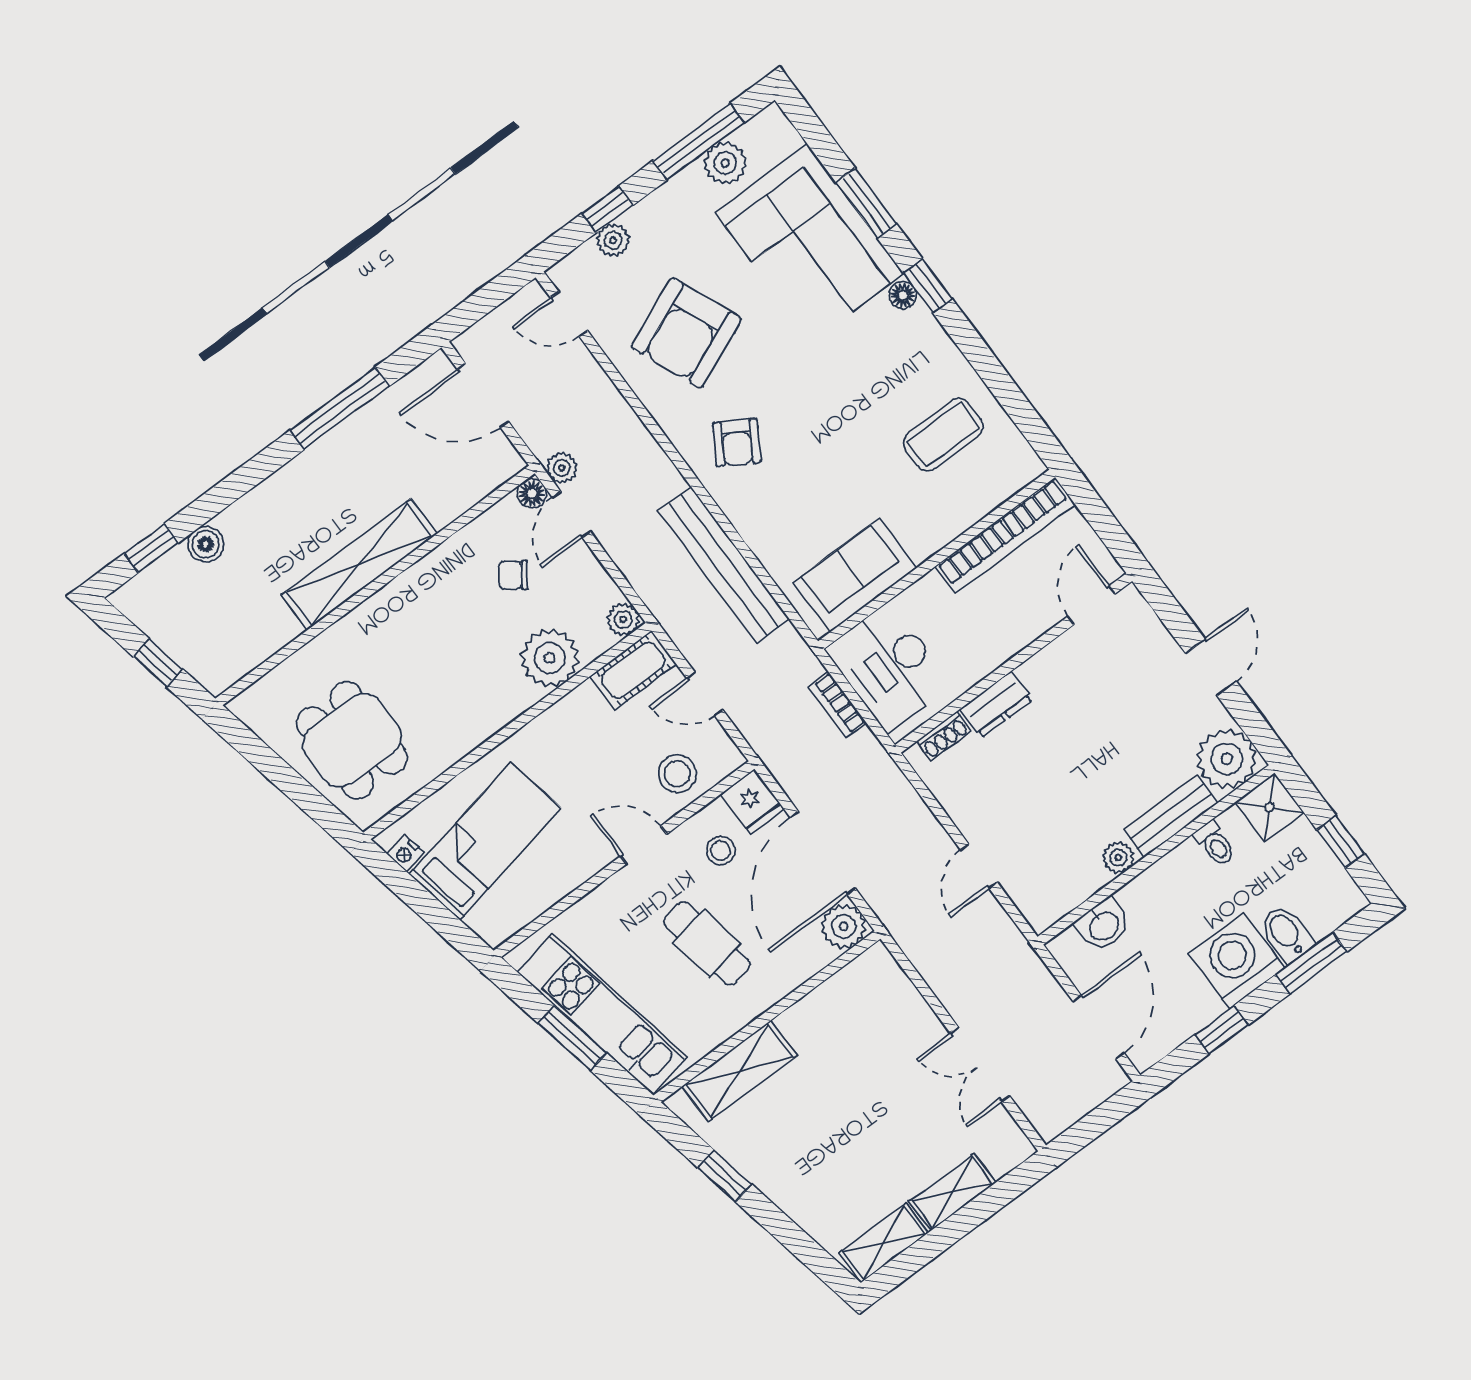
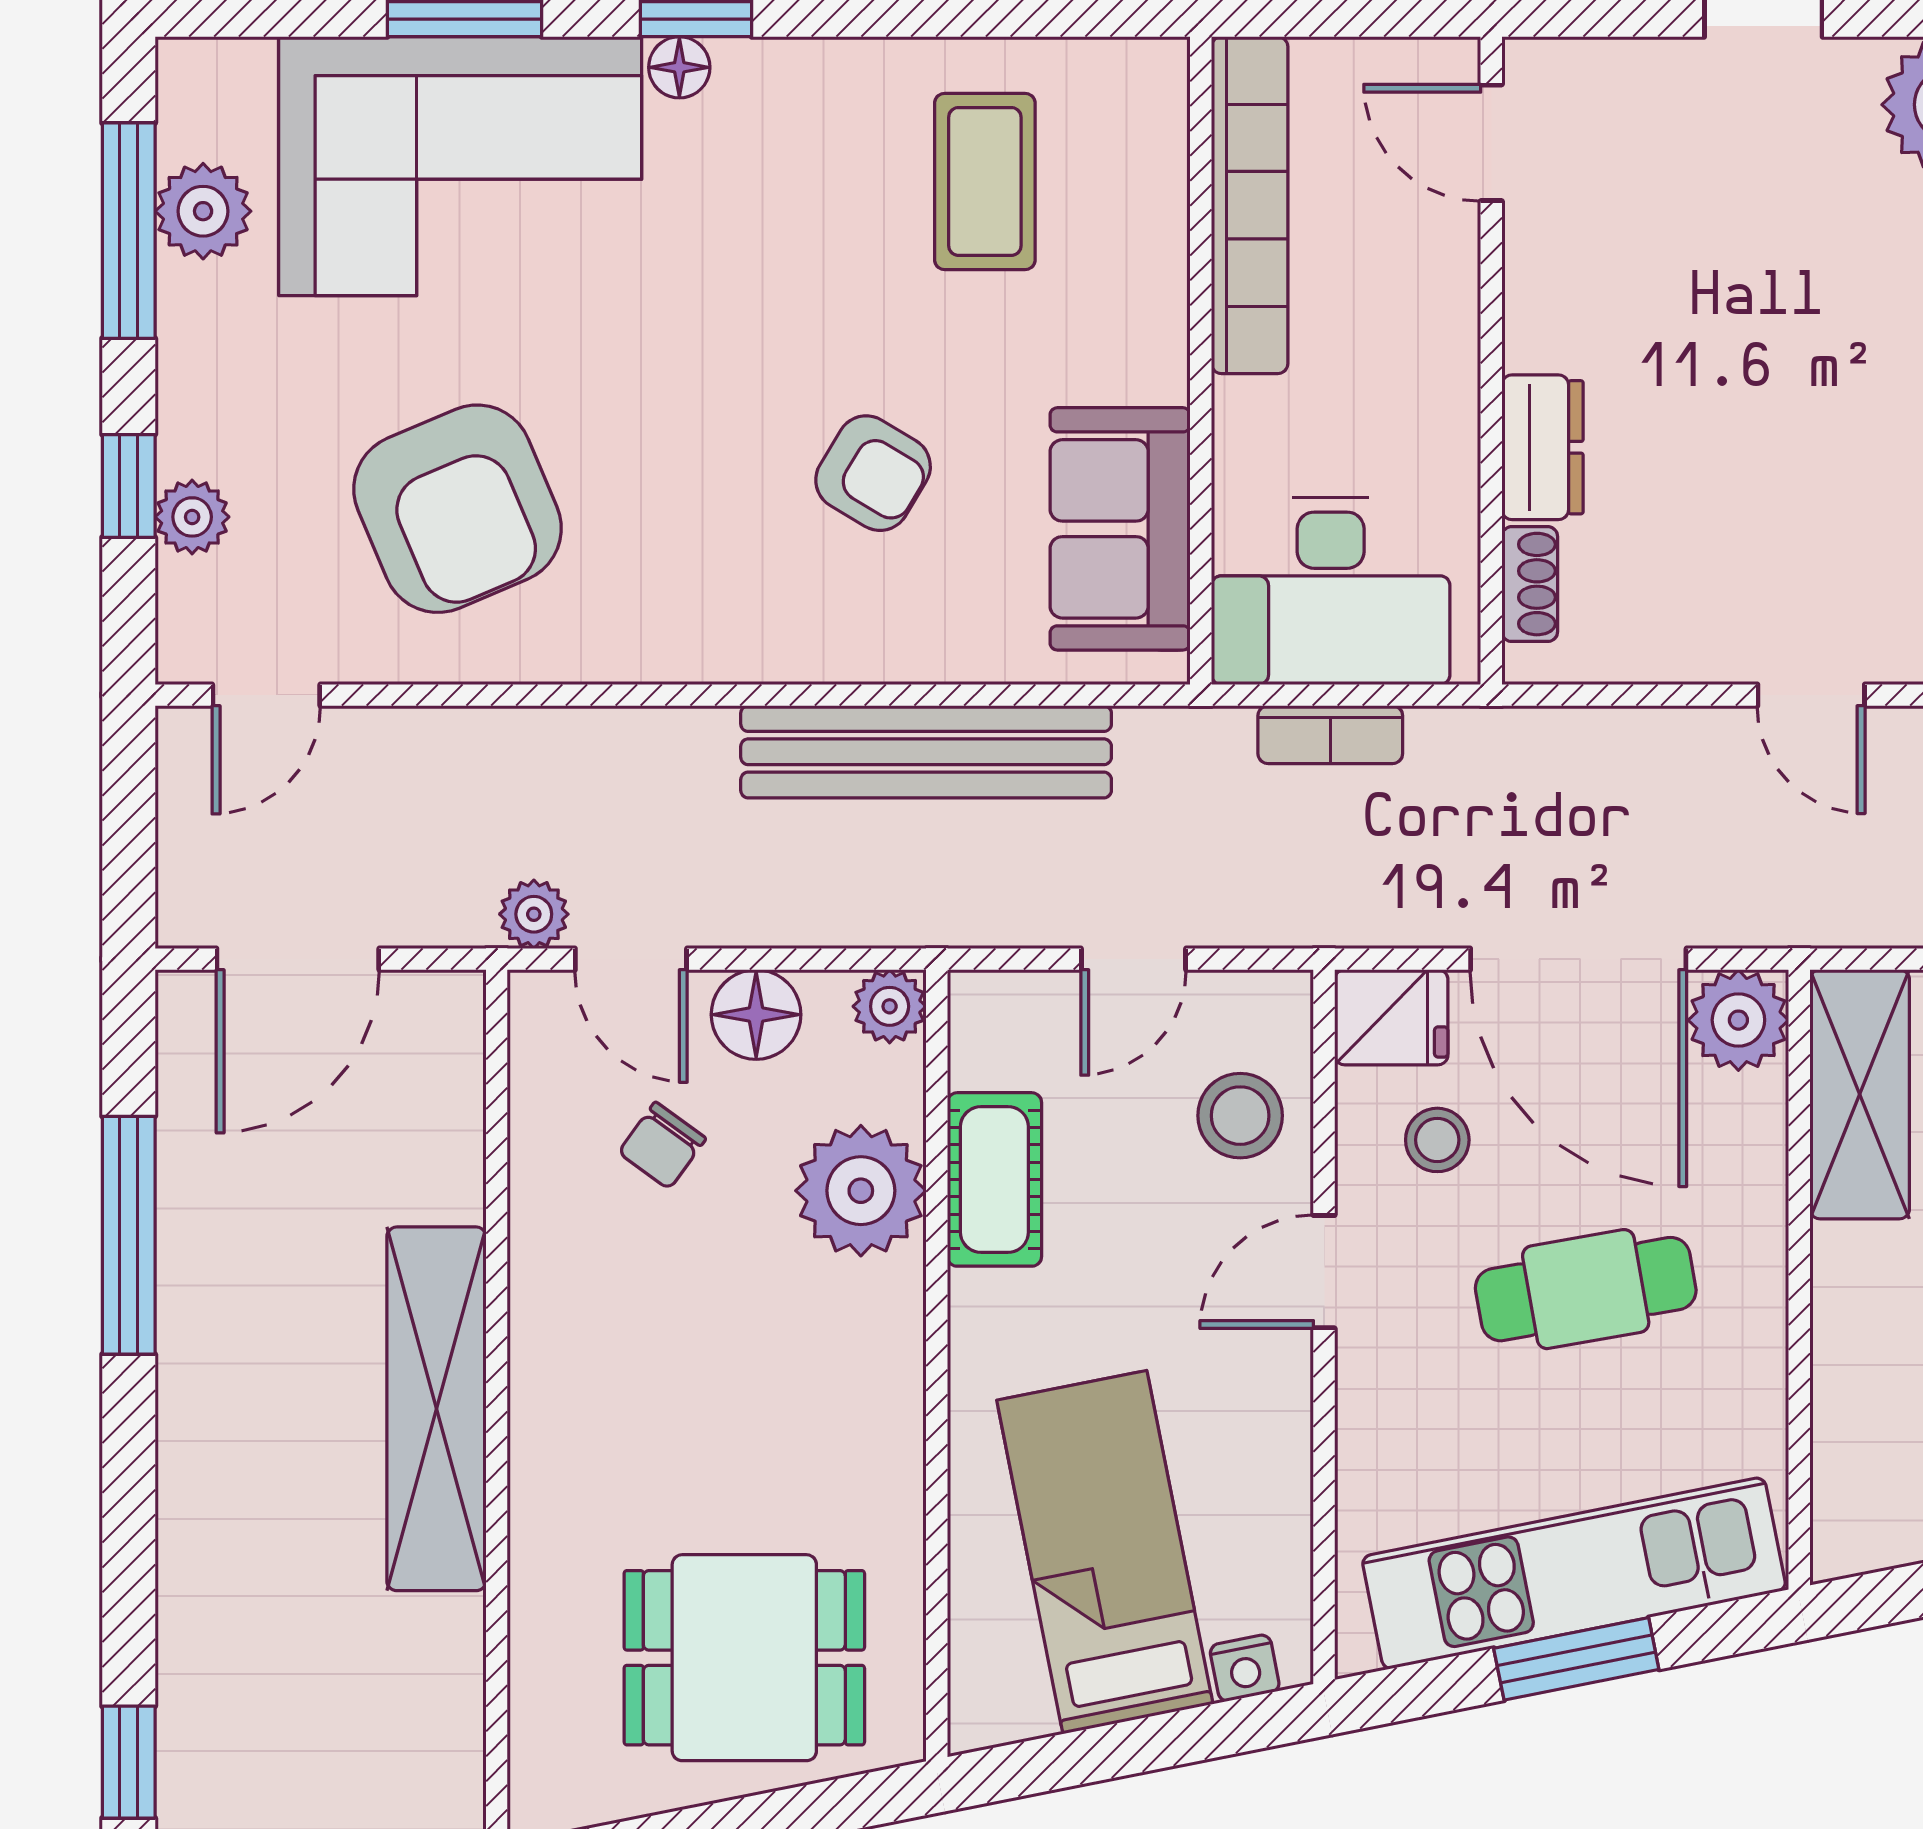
armchair: (737, 443) -> (873, 473), moved
floor lamp: (532, 493) -> (756, 1015), moved, width x1.37, depth x1.37
boiler: (206, 544) -> (195, 1659), removed
cot: (633, 670) -> (994, 1179), moved
nightstand: (405, 853) -> (1245, 1668), moved
shelving: (739, 1071) -> (1860, 1094), moved

